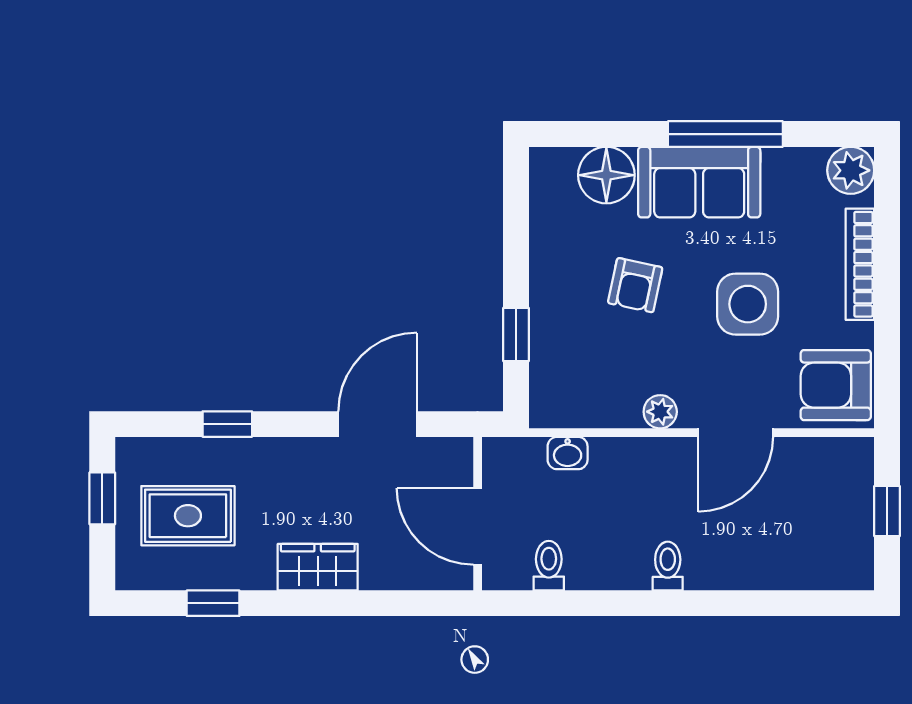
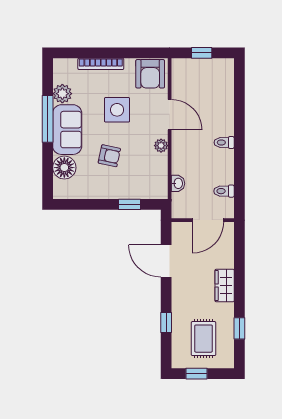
plant: (851, 170) -> (62, 94), moved

